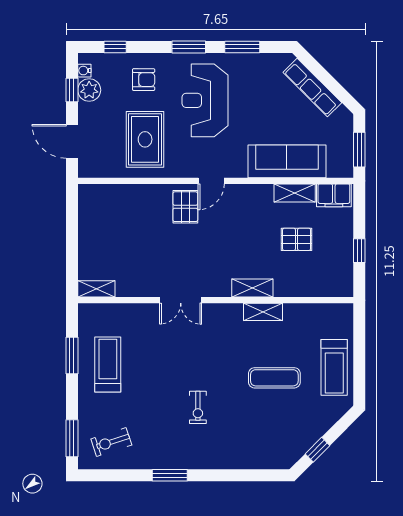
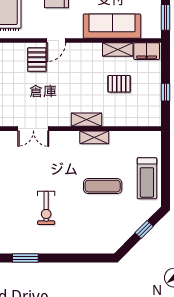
exercise bike: (198, 407) -> (46, 208), width x1.38, depth x1.39
window: (318, 450) -> (144, 230), moved

